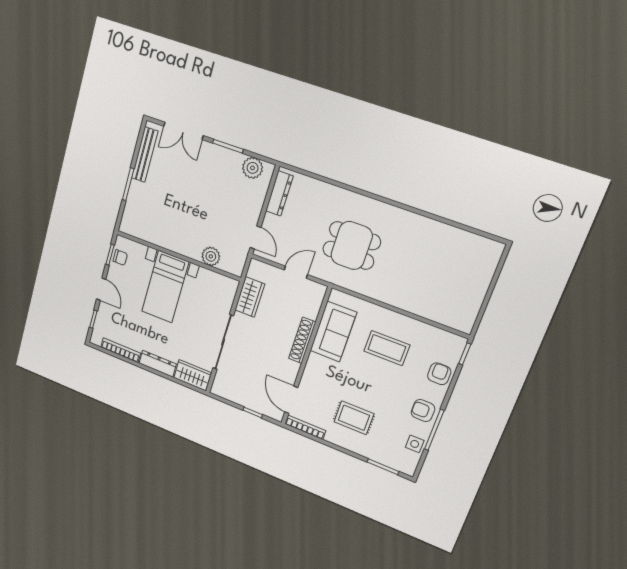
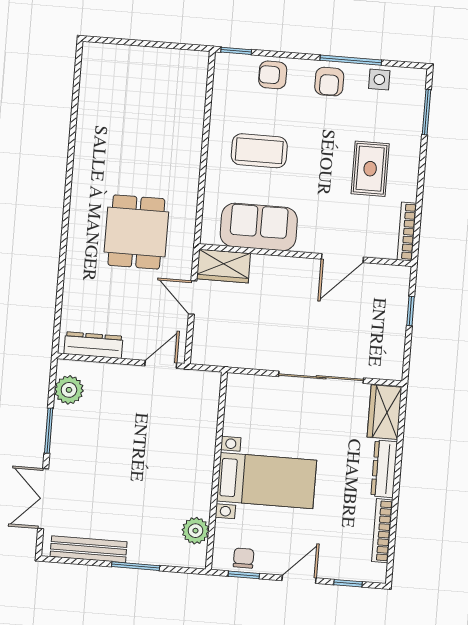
double door: (183, 131) -> (43, 499), swing flipped
plant: (211, 256) -> (195, 531), moved
wardrobe: (250, 297) -> (224, 266), moved, turned 180
shoe rack: (302, 340) -> (284, 266), removed
coffee table: (387, 348) -> (259, 151), turned 90
door: (291, 400) -> (342, 258), moved

